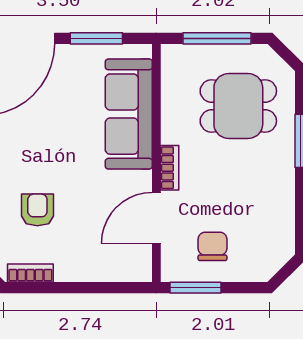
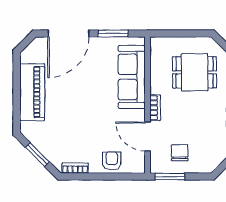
window: (217, 38) -> (182, 33), removed
armchair: (37, 210) -> (112, 161), moved
door: (156, 218) -> (148, 137), hinge flipped

